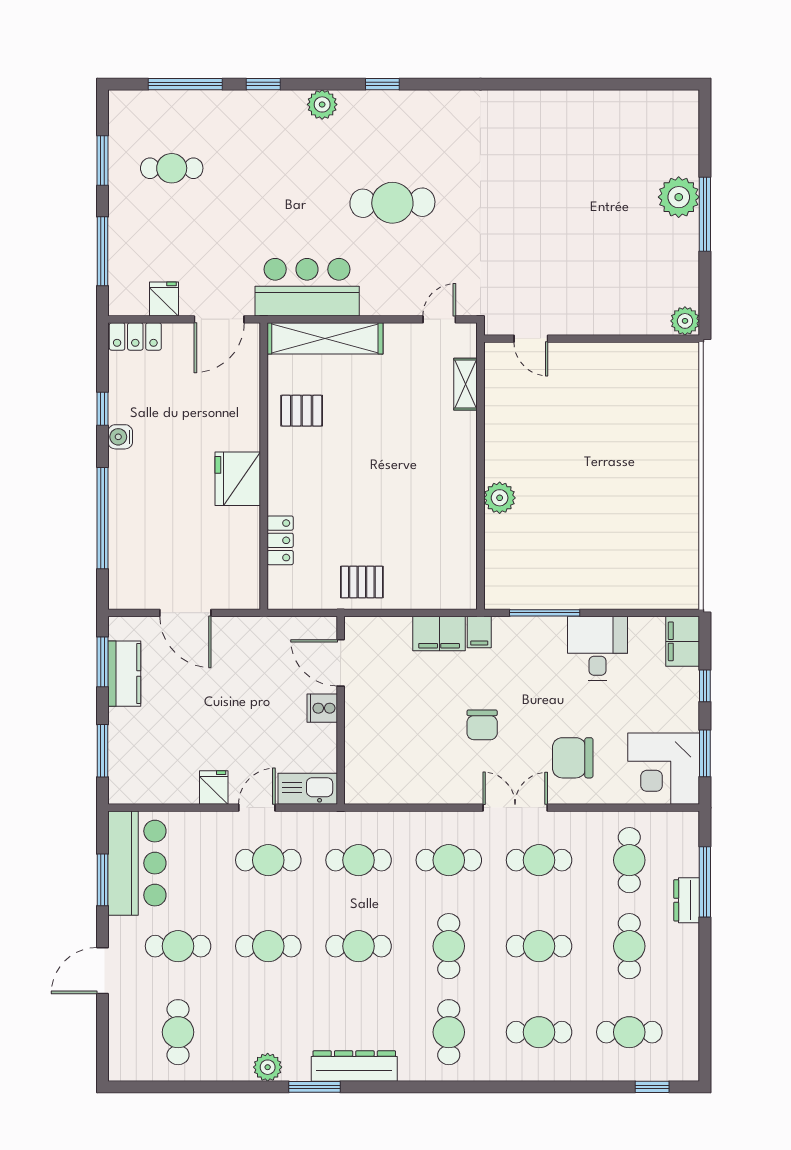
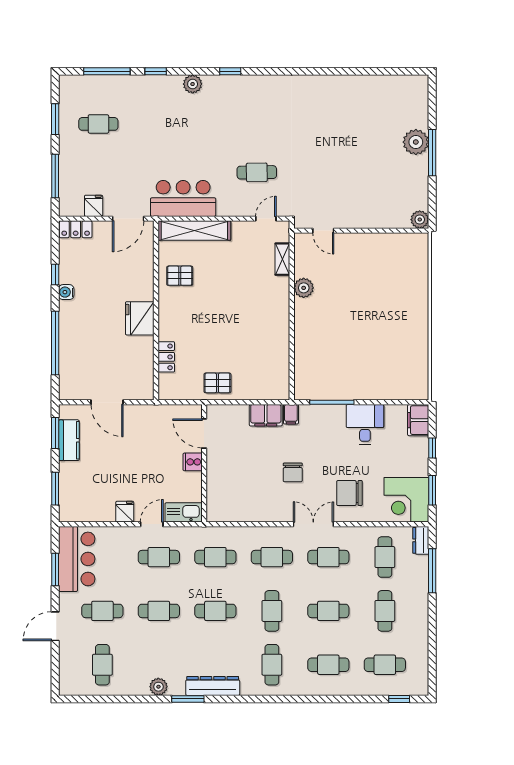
cafe table: (392, 203) -> (257, 172), moved, width x0.73, depth x0.74
plant: (500, 498) -> (304, 288), moved
dresser: (687, 900) -> (421, 540), moved

